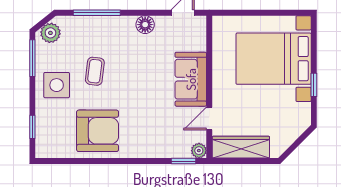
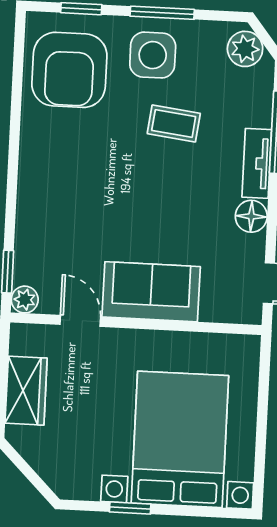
tv unit: (115, 23) -> (257, 163), added
window: (32, 58) -> (162, 13), moved
armchair: (98, 131) -> (69, 70), moved
wardrobe: (241, 147) -> (26, 391), width x0.67

